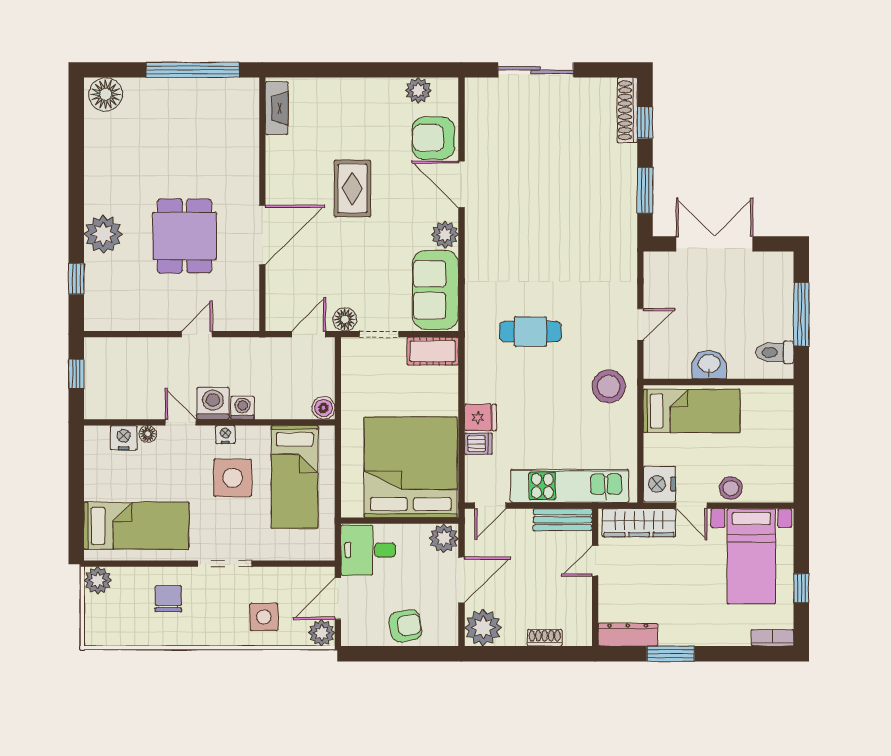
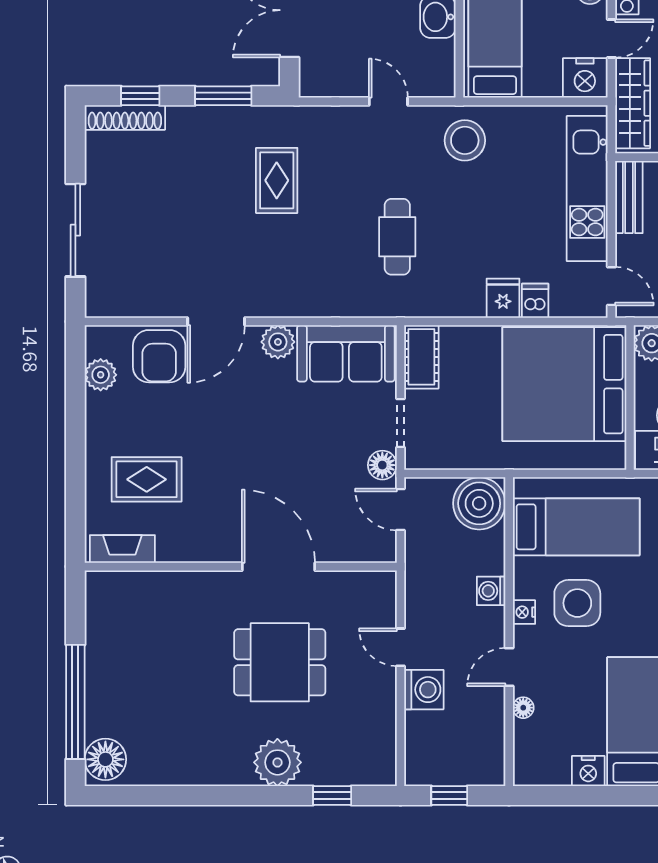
window: (193, 70) -> (75, 702), moved
rug: (352, 188) -> (147, 479), moved
rug: (576, 233) -> (277, 180), added
washing machine: (213, 403) -> (424, 690), moved, turned 180
boiler: (324, 408) -> (479, 503), width x1.86, depth x1.86
nightstand: (124, 438) -> (588, 771), moved, turned -90

